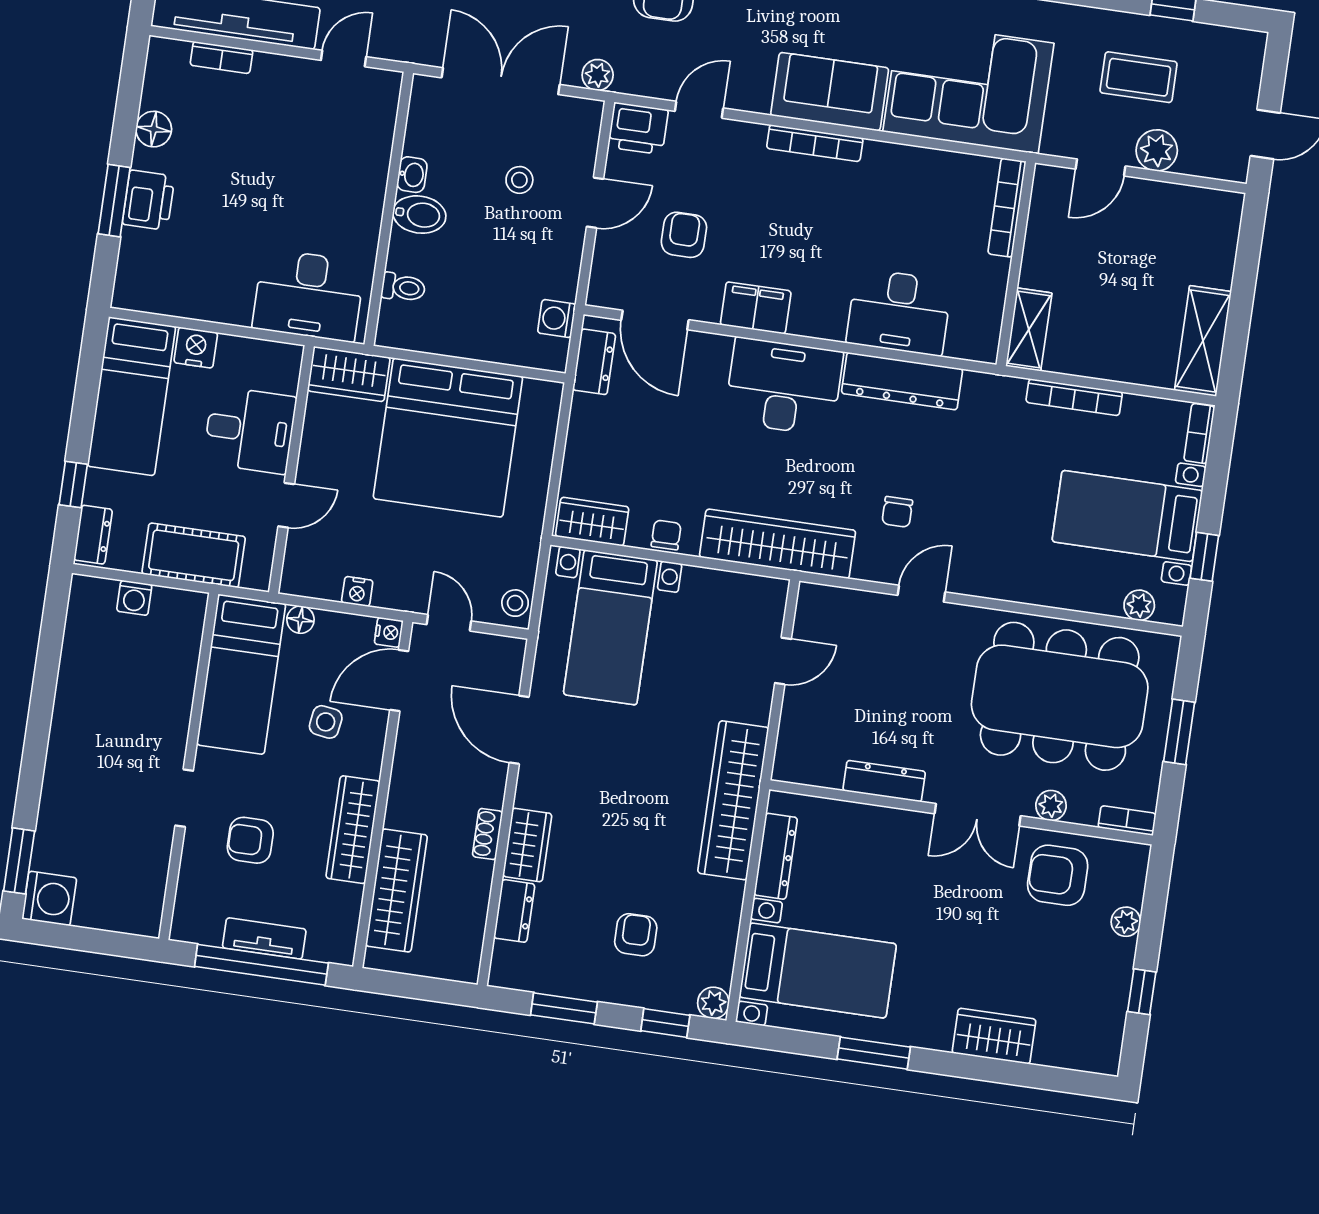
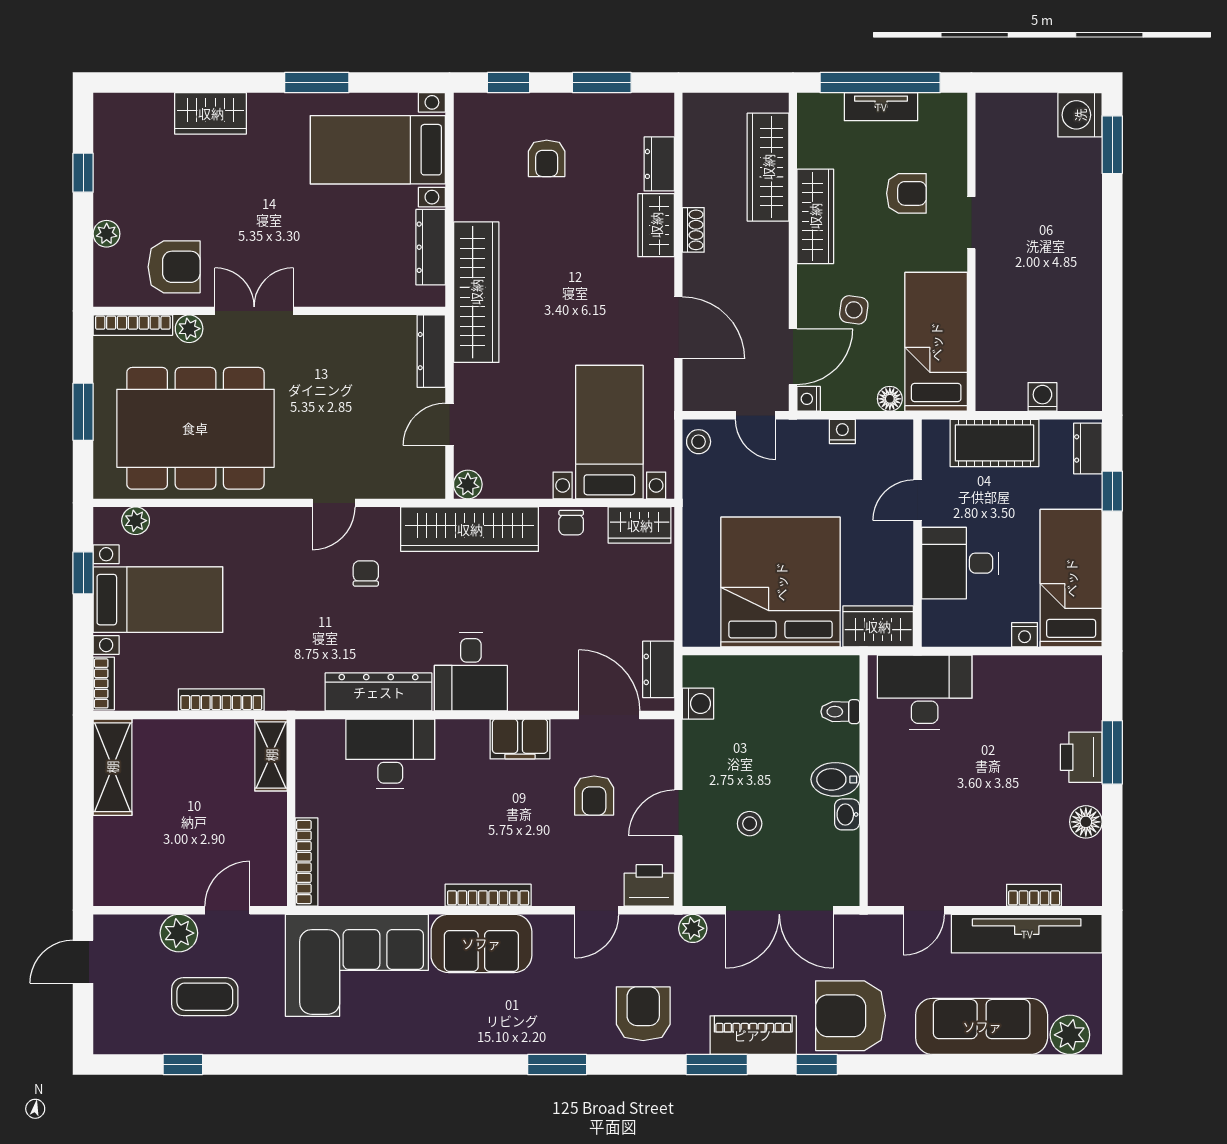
nightstand: (196, 348) -> (1025, 635), width x0.72, depth x0.74
desk: (784, 387) -> (471, 672), width x0.73
dresser: (884, 781) -> (431, 351), moved, turned 90
bookcase: (1127, 821) -> (133, 325), width x1.56
plant: (713, 1003) -> (468, 484), moved

